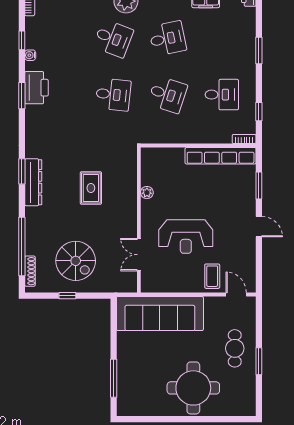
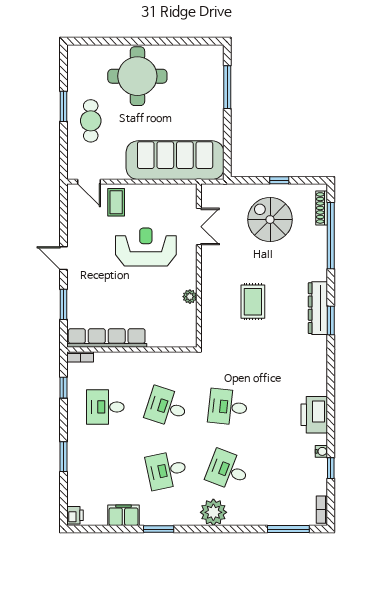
window: (22, 96) -> (331, 406), removed

